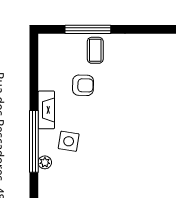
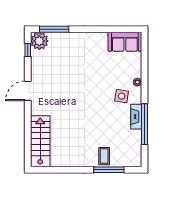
armchair: (83, 85) -> (112, 133), removed
window: (34, 141) -> (144, 124), moved

